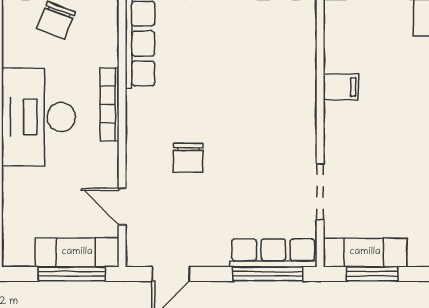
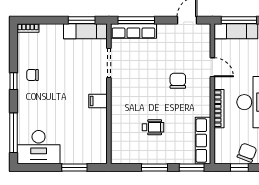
wheelchair: (236, 69) -> (153, 127), added
filing cabinet: (341, 87) -> (98, 101), moved
door: (122, 207) -> (212, 67), moved

